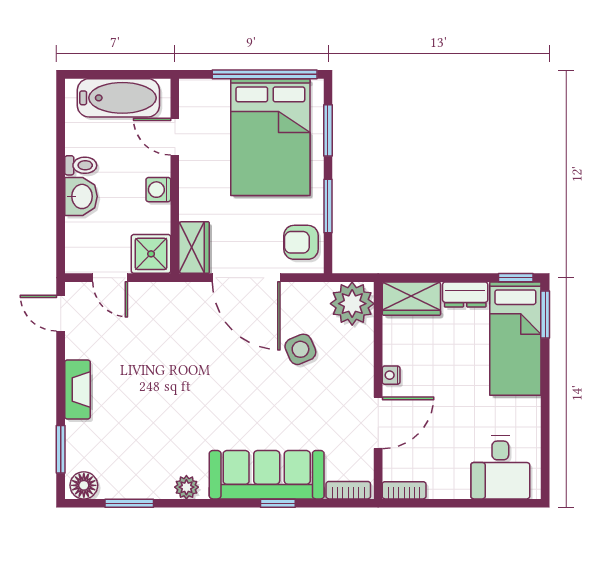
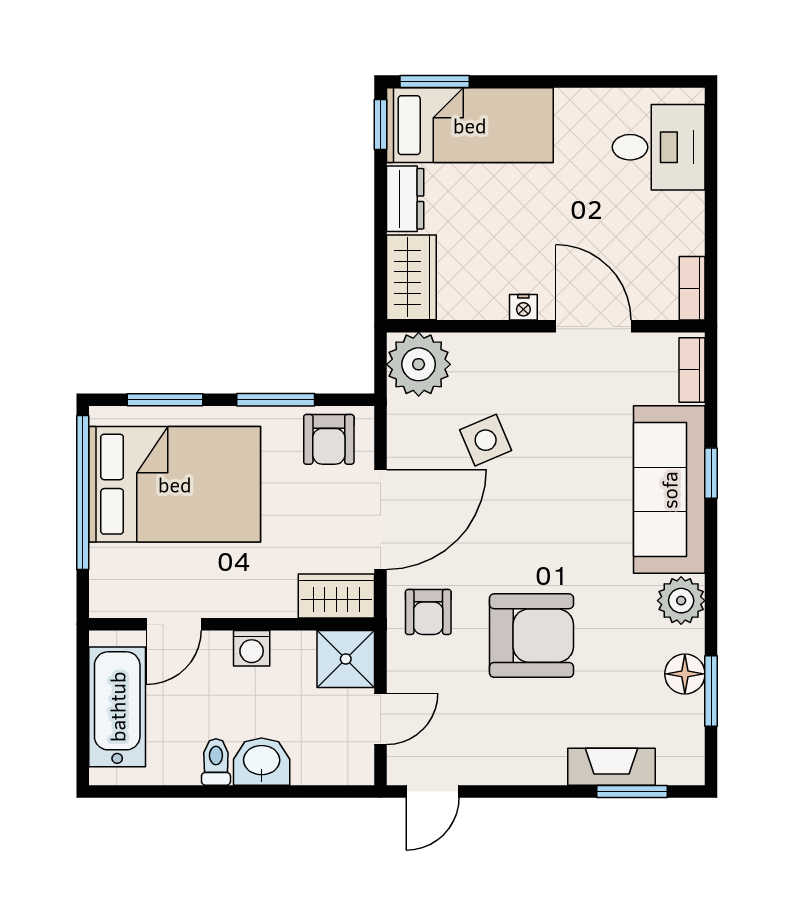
armchair: (183, 310) -> (428, 612), added
armchair: (167, 381) -> (531, 636), added
fireplace: (77, 389) -> (611, 767), moved
floor lamp: (84, 485) -> (685, 674), moved
plant: (186, 487) -> (681, 601), width x1.38, depth x1.38

